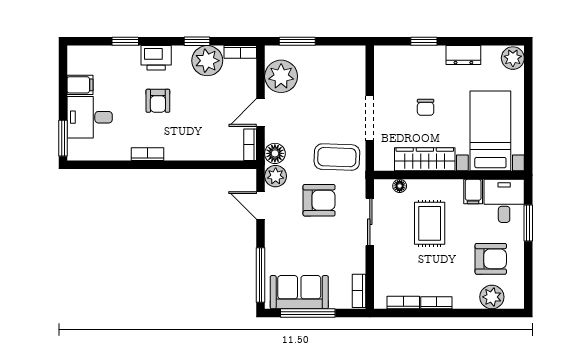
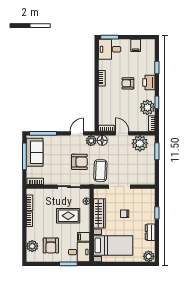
desk: (90, 117) -> (110, 49), moved, turned -90
armchair: (319, 200) -> (79, 162), turned -90

